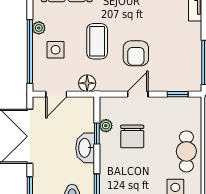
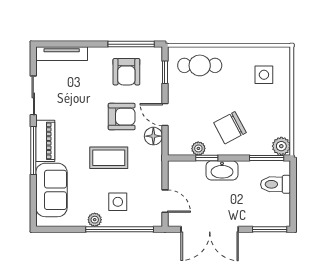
armchair: (178, 58) -> (126, 72), added
floor lamp: (87, 83) -> (153, 136), moved
chair: (132, 136) -> (230, 128), moved, turned 152
cafe table: (186, 151) -> (200, 65), moved

